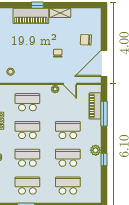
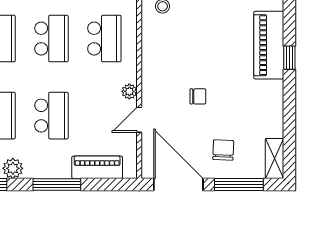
shelving: (60, 13) -> (274, 158), moved
window: (104, 32) -> (239, 184), added
window: (104, 114) -> (57, 184), moved

